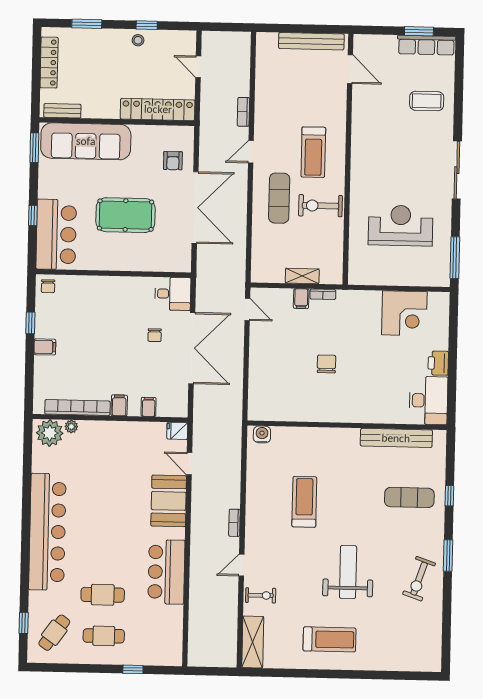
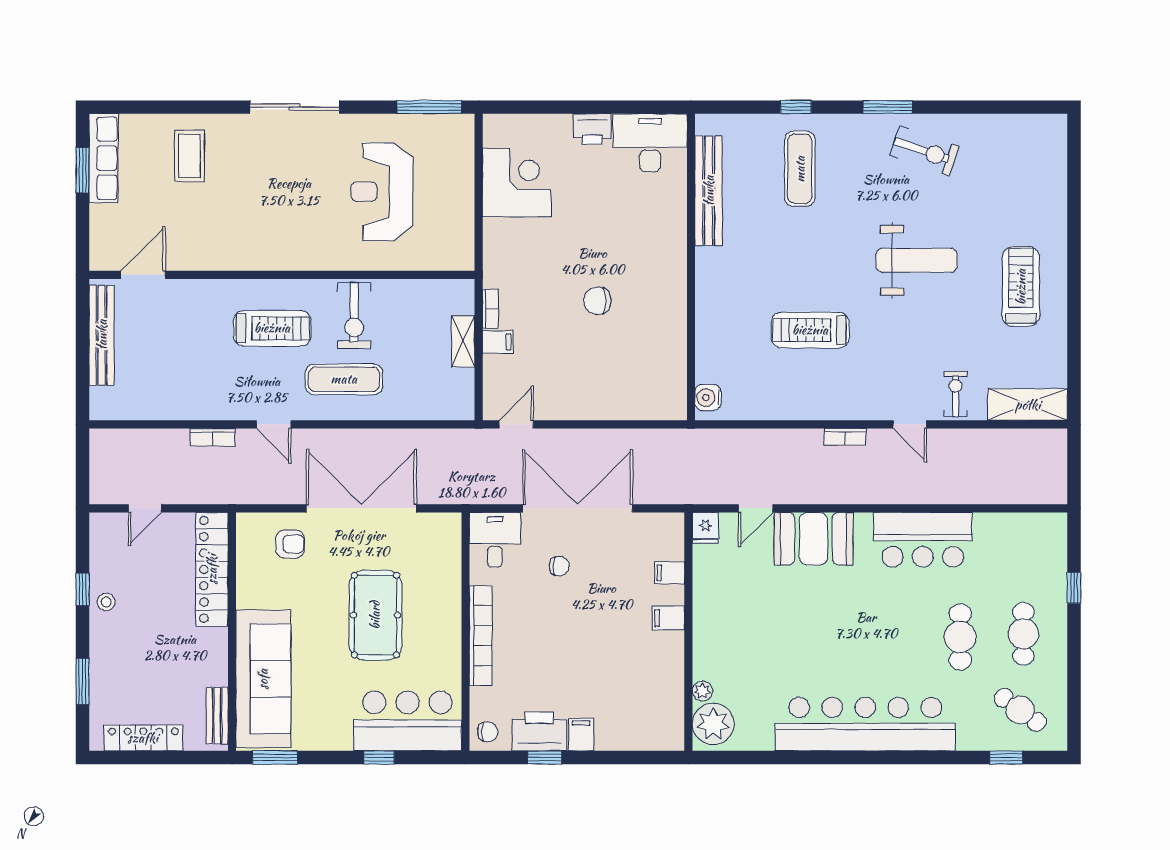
printer: (47, 320) -> (539, 731), added
bookcase: (77, 408) -> (481, 635), moved, turned 180
weight bench: (348, 572) -> (917, 260), turned 180

